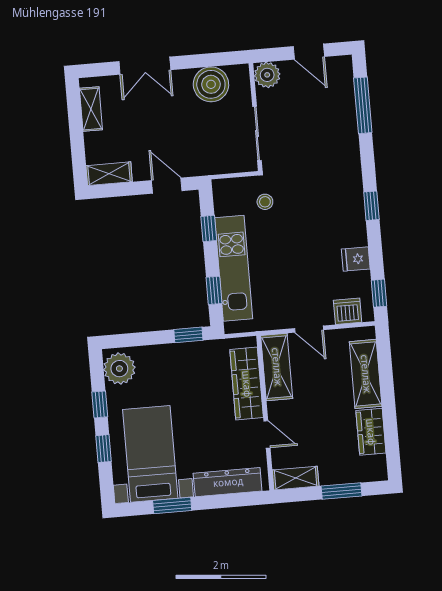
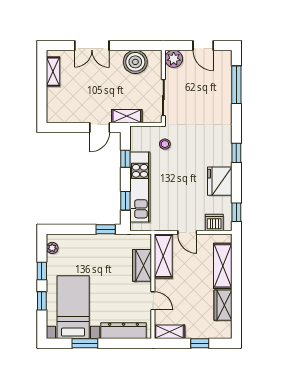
shelving: (109, 174) -> (127, 116), moved
door: (167, 186) -> (100, 127), swing flipped
fridge: (356, 259) -> (220, 181), width x1.88, depth x1.34
plant: (119, 369) -> (52, 248), width x0.53, depth x0.53
wardrobe: (247, 384) -> (142, 265), width x0.67
window: (342, 491) -> (200, 343), width x0.67

